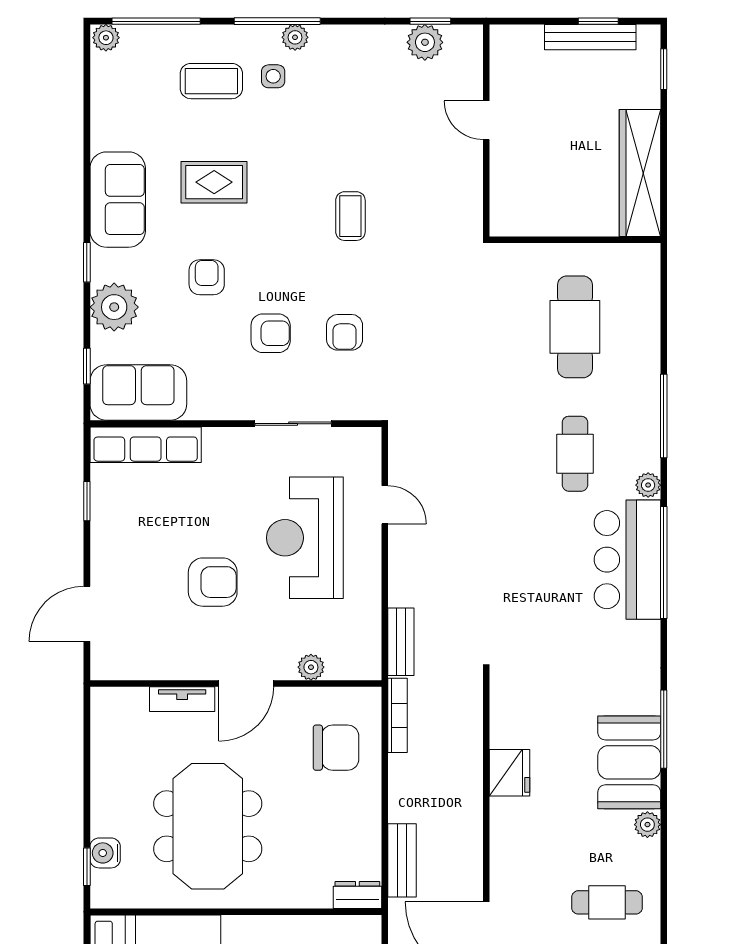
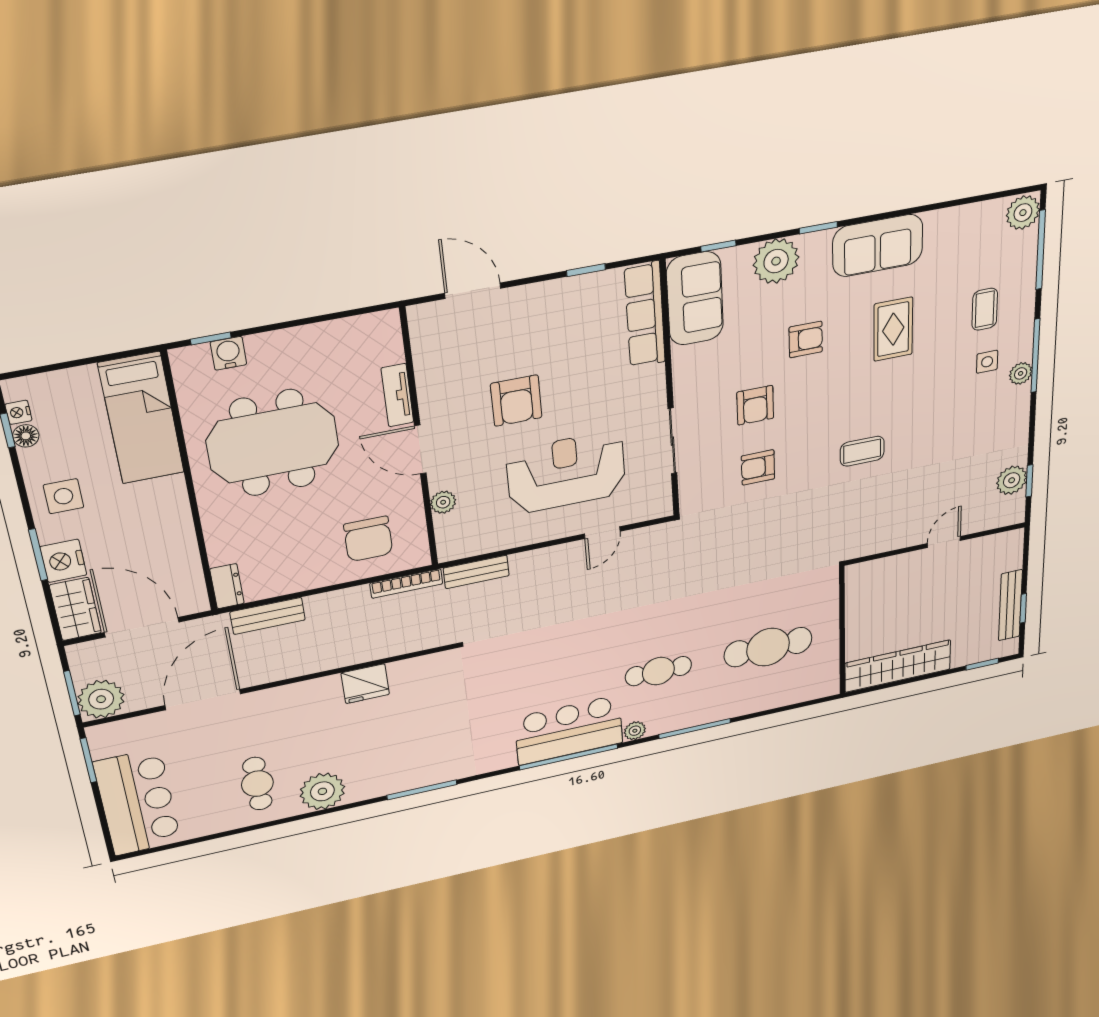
plant: (106, 38) -> (1023, 213), width x1.38, depth x1.38
coffee table: (211, 81) -> (985, 309), width x0.73, depth x0.77
booth: (629, 762) -> (389, 772), removed
plant: (647, 825) -> (322, 791), width x1.88, depth x1.88

